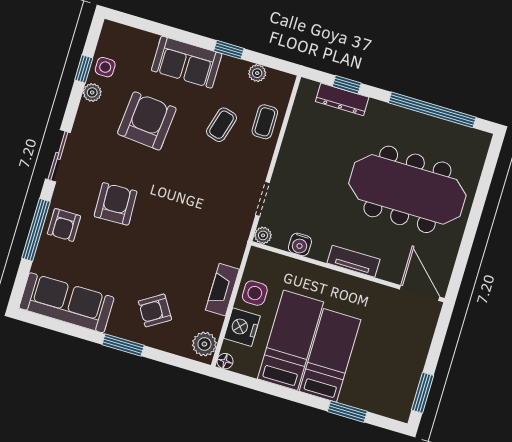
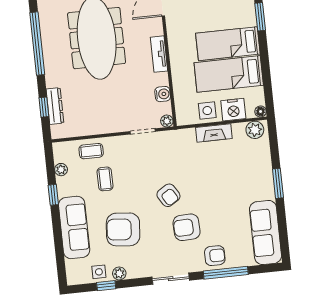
sofa: (187, 62) -> (74, 227), width x1.36
coffee table: (222, 125) -> (105, 179), turned 74
armchair: (155, 310) -> (168, 195), moved

